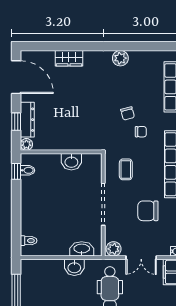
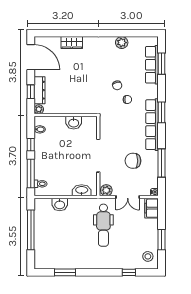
plant: (120, 58) -> (122, 43), moved
coffee table: (126, 169) -> (116, 129), removed
window: (16, 171) -> (31, 145), moved
window: (16, 227) -> (31, 173), added
washbasin: (74, 267) -> (60, 204), moved

